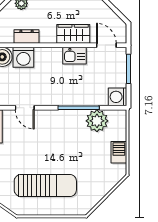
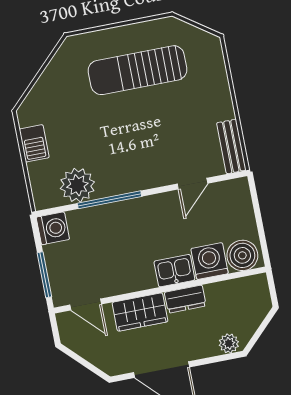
dresser: (27, 36) -> (185, 299), moved
kitchen sink: (75, 56) -> (174, 271), moved
door: (25, 108) -> (192, 184), swing flipped

